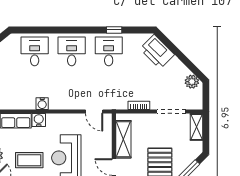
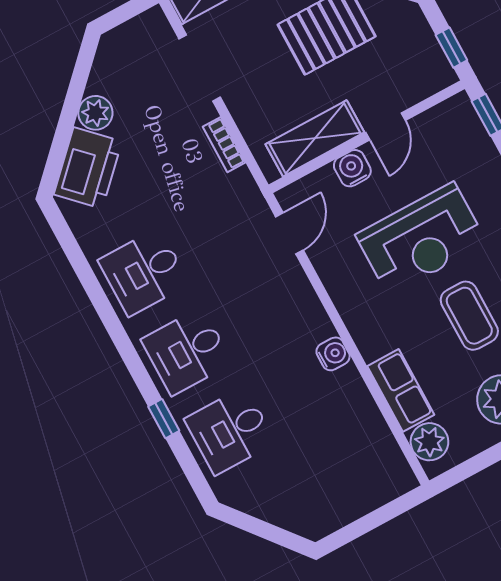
window: (114, 30) -> (164, 419), moved
plant: (192, 82) -> (95, 113), moved
water cooler: (39, 120) -> (352, 168), moved, turned 90

